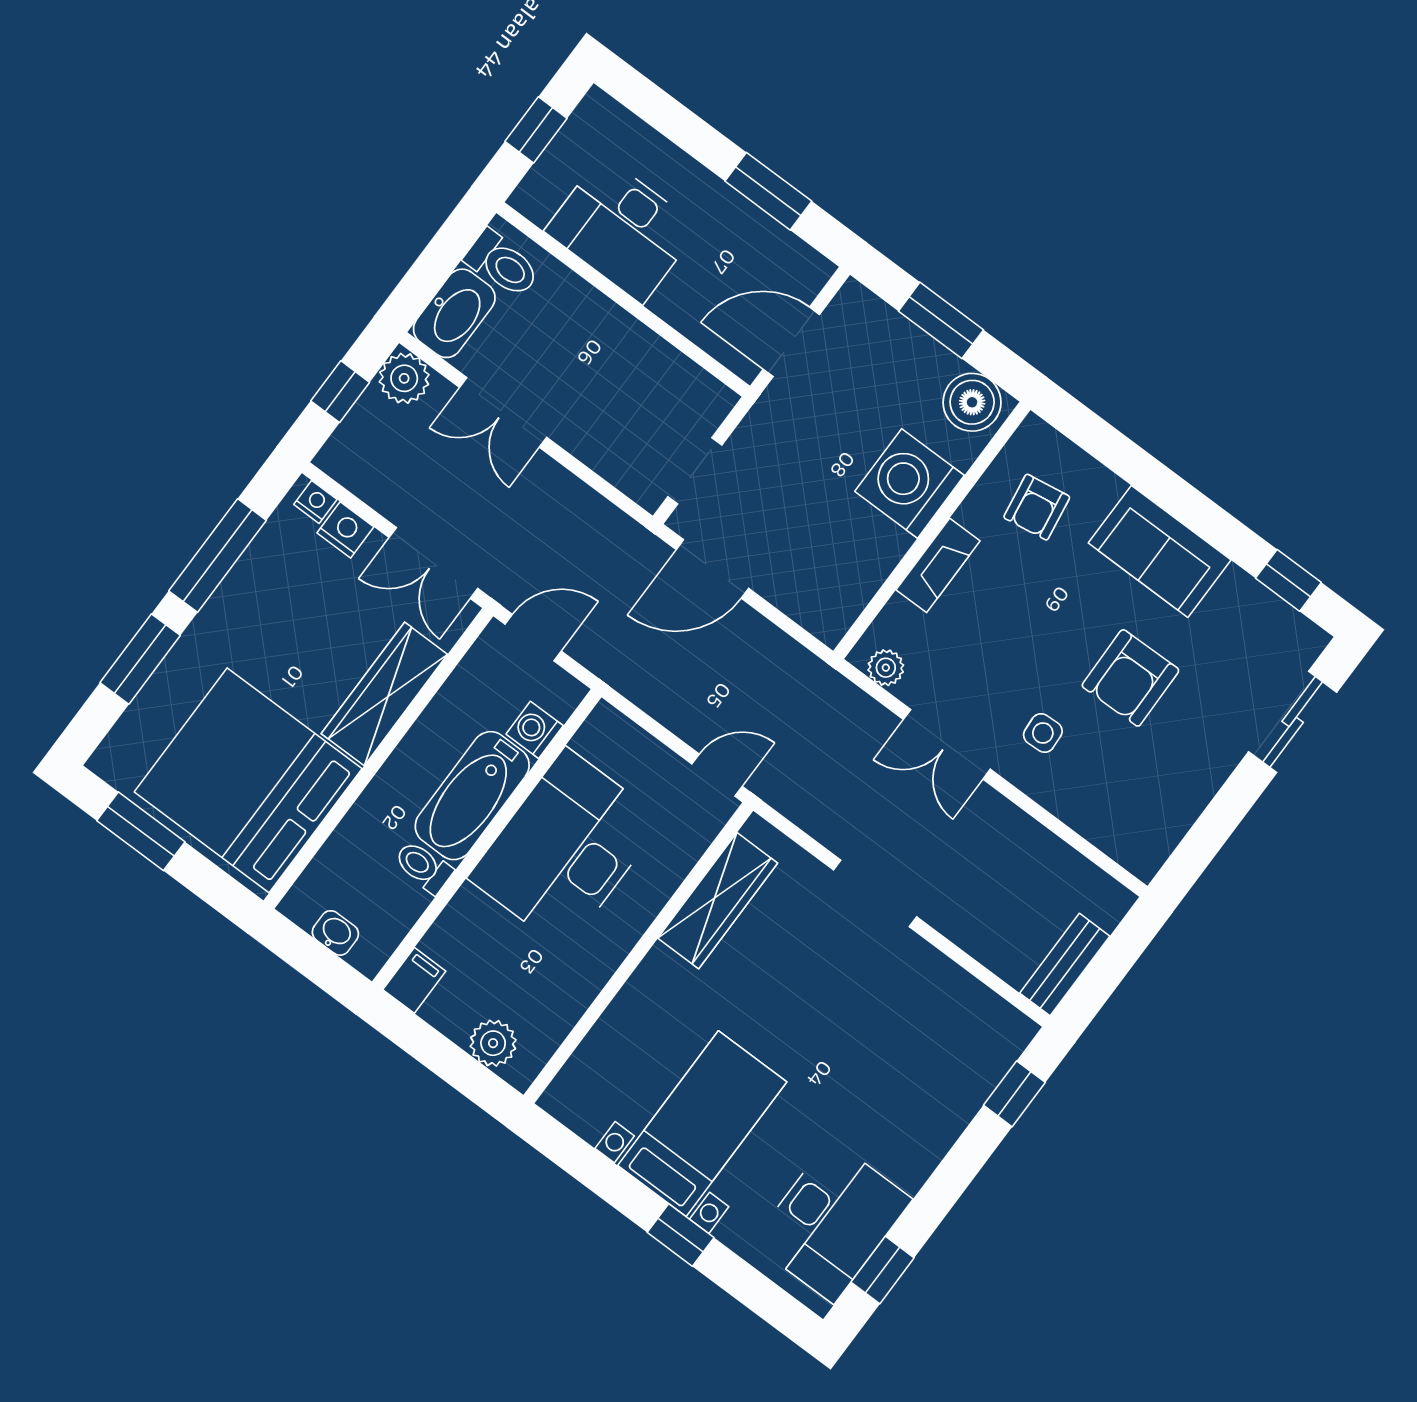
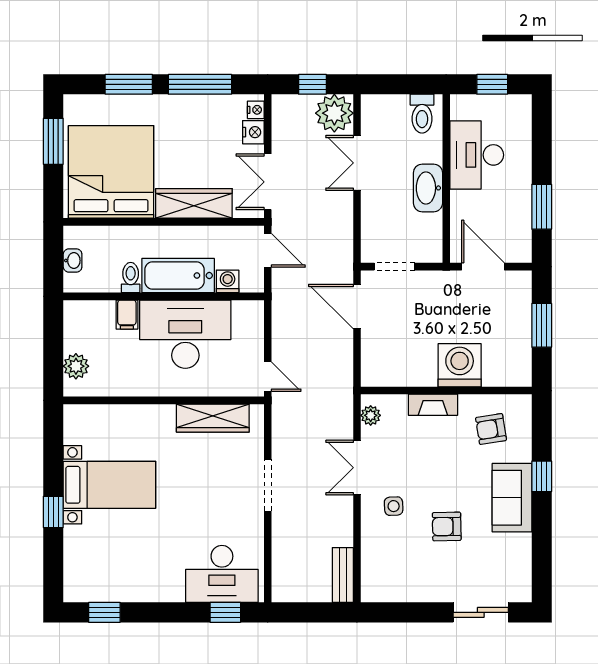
washbasin: (454, 313) -> (428, 188), moved, turned 90
plant: (404, 378) -> (334, 113), width x1.36, depth x1.36
boiler: (972, 402) -> (516, 366), removed
window: (1288, 580) -> (542, 476), moved
armchair: (1130, 678) -> (447, 527), width x0.72, depth x0.72
bench: (1065, 965) -> (343, 575), moved, turned 90
filing cabinet: (414, 980) -> (127, 315), moved, turned 90
desk: (832, 1221) -> (222, 574), moved

